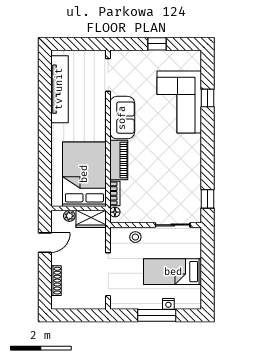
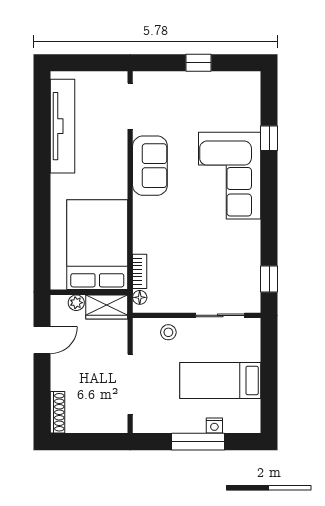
corner sofa: (179, 102) -> (230, 176), moved
piano: (119, 160) -> (145, 225), removed
shoe rack: (56, 281) -> (58, 412), moved

